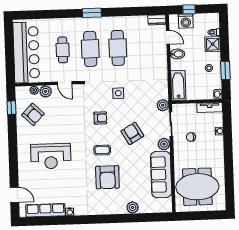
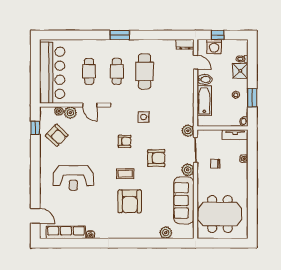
cafe table: (90, 49) -> (117, 71), width x0.73, depth x0.74
bathtub: (178, 85) -> (204, 101), moved
armchair: (132, 133) -> (156, 158), turned 120
plant: (133, 207) -> (166, 233), moved

